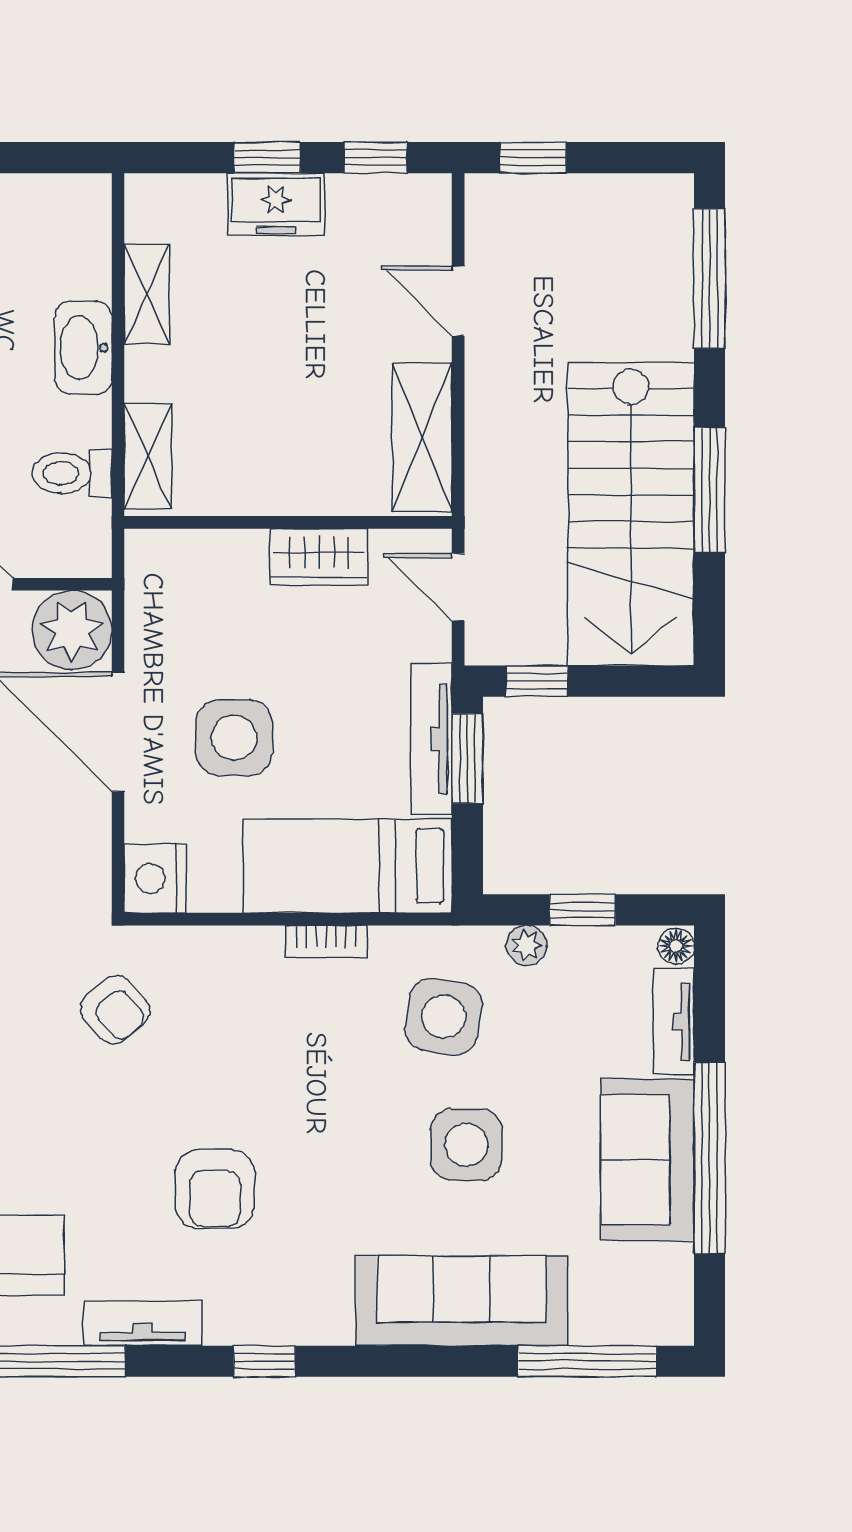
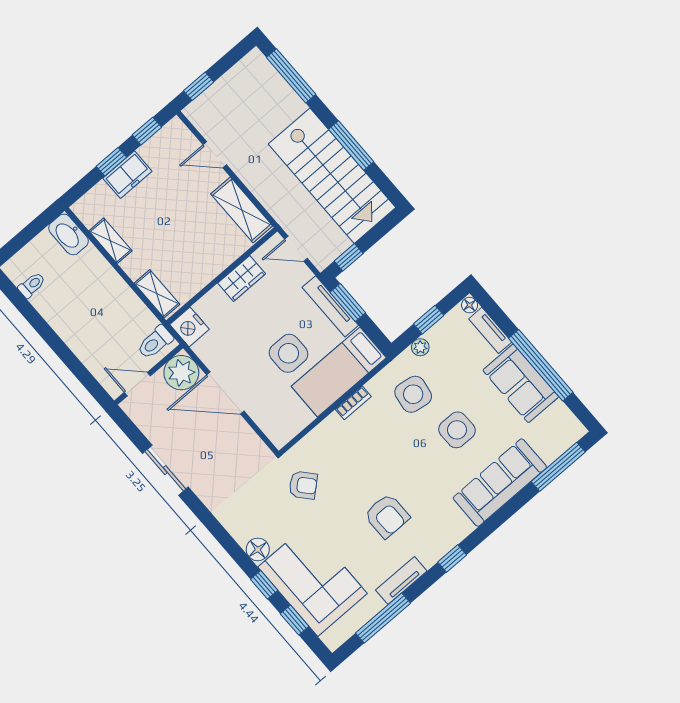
washbasin: (83, 348) -> (68, 234), moved
toilet: (72, 473) -> (155, 342), moved
side table: (234, 737) -> (289, 353), moved
nightstand: (155, 879) -> (190, 327), moved

